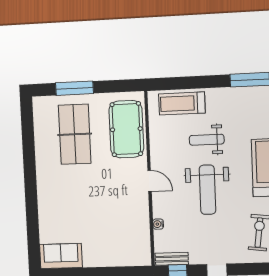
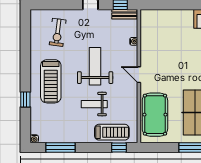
window: (172, 84) -> (119, 148), added
weight bench: (207, 140) -> (94, 104), turned 180

